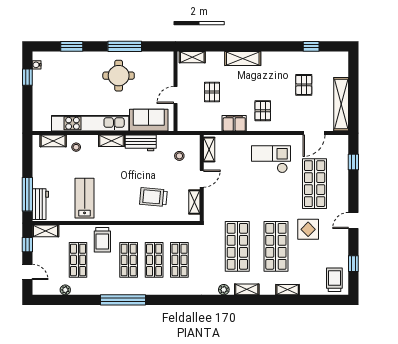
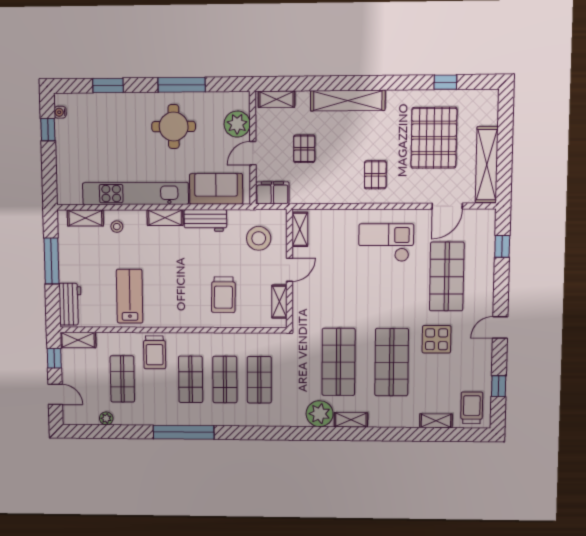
shelving: (243, 58) -> (348, 101), width x1.47
plant: (164, 74) -> (237, 124), added
pallet: (304, 85) -> (434, 138), width x2.05, depth x2.00
filing cabinet: (234, 123) -> (272, 193), moved
stool: (179, 156) -> (259, 238), width x1.89, depth x1.89
window: (27, 194) -> (52, 261), moved
trolley: (153, 197) -> (223, 295), turned -94
plant: (224, 290) -> (320, 414), width x1.87, depth x1.87
shelving: (288, 290) -> (436, 421), moved

